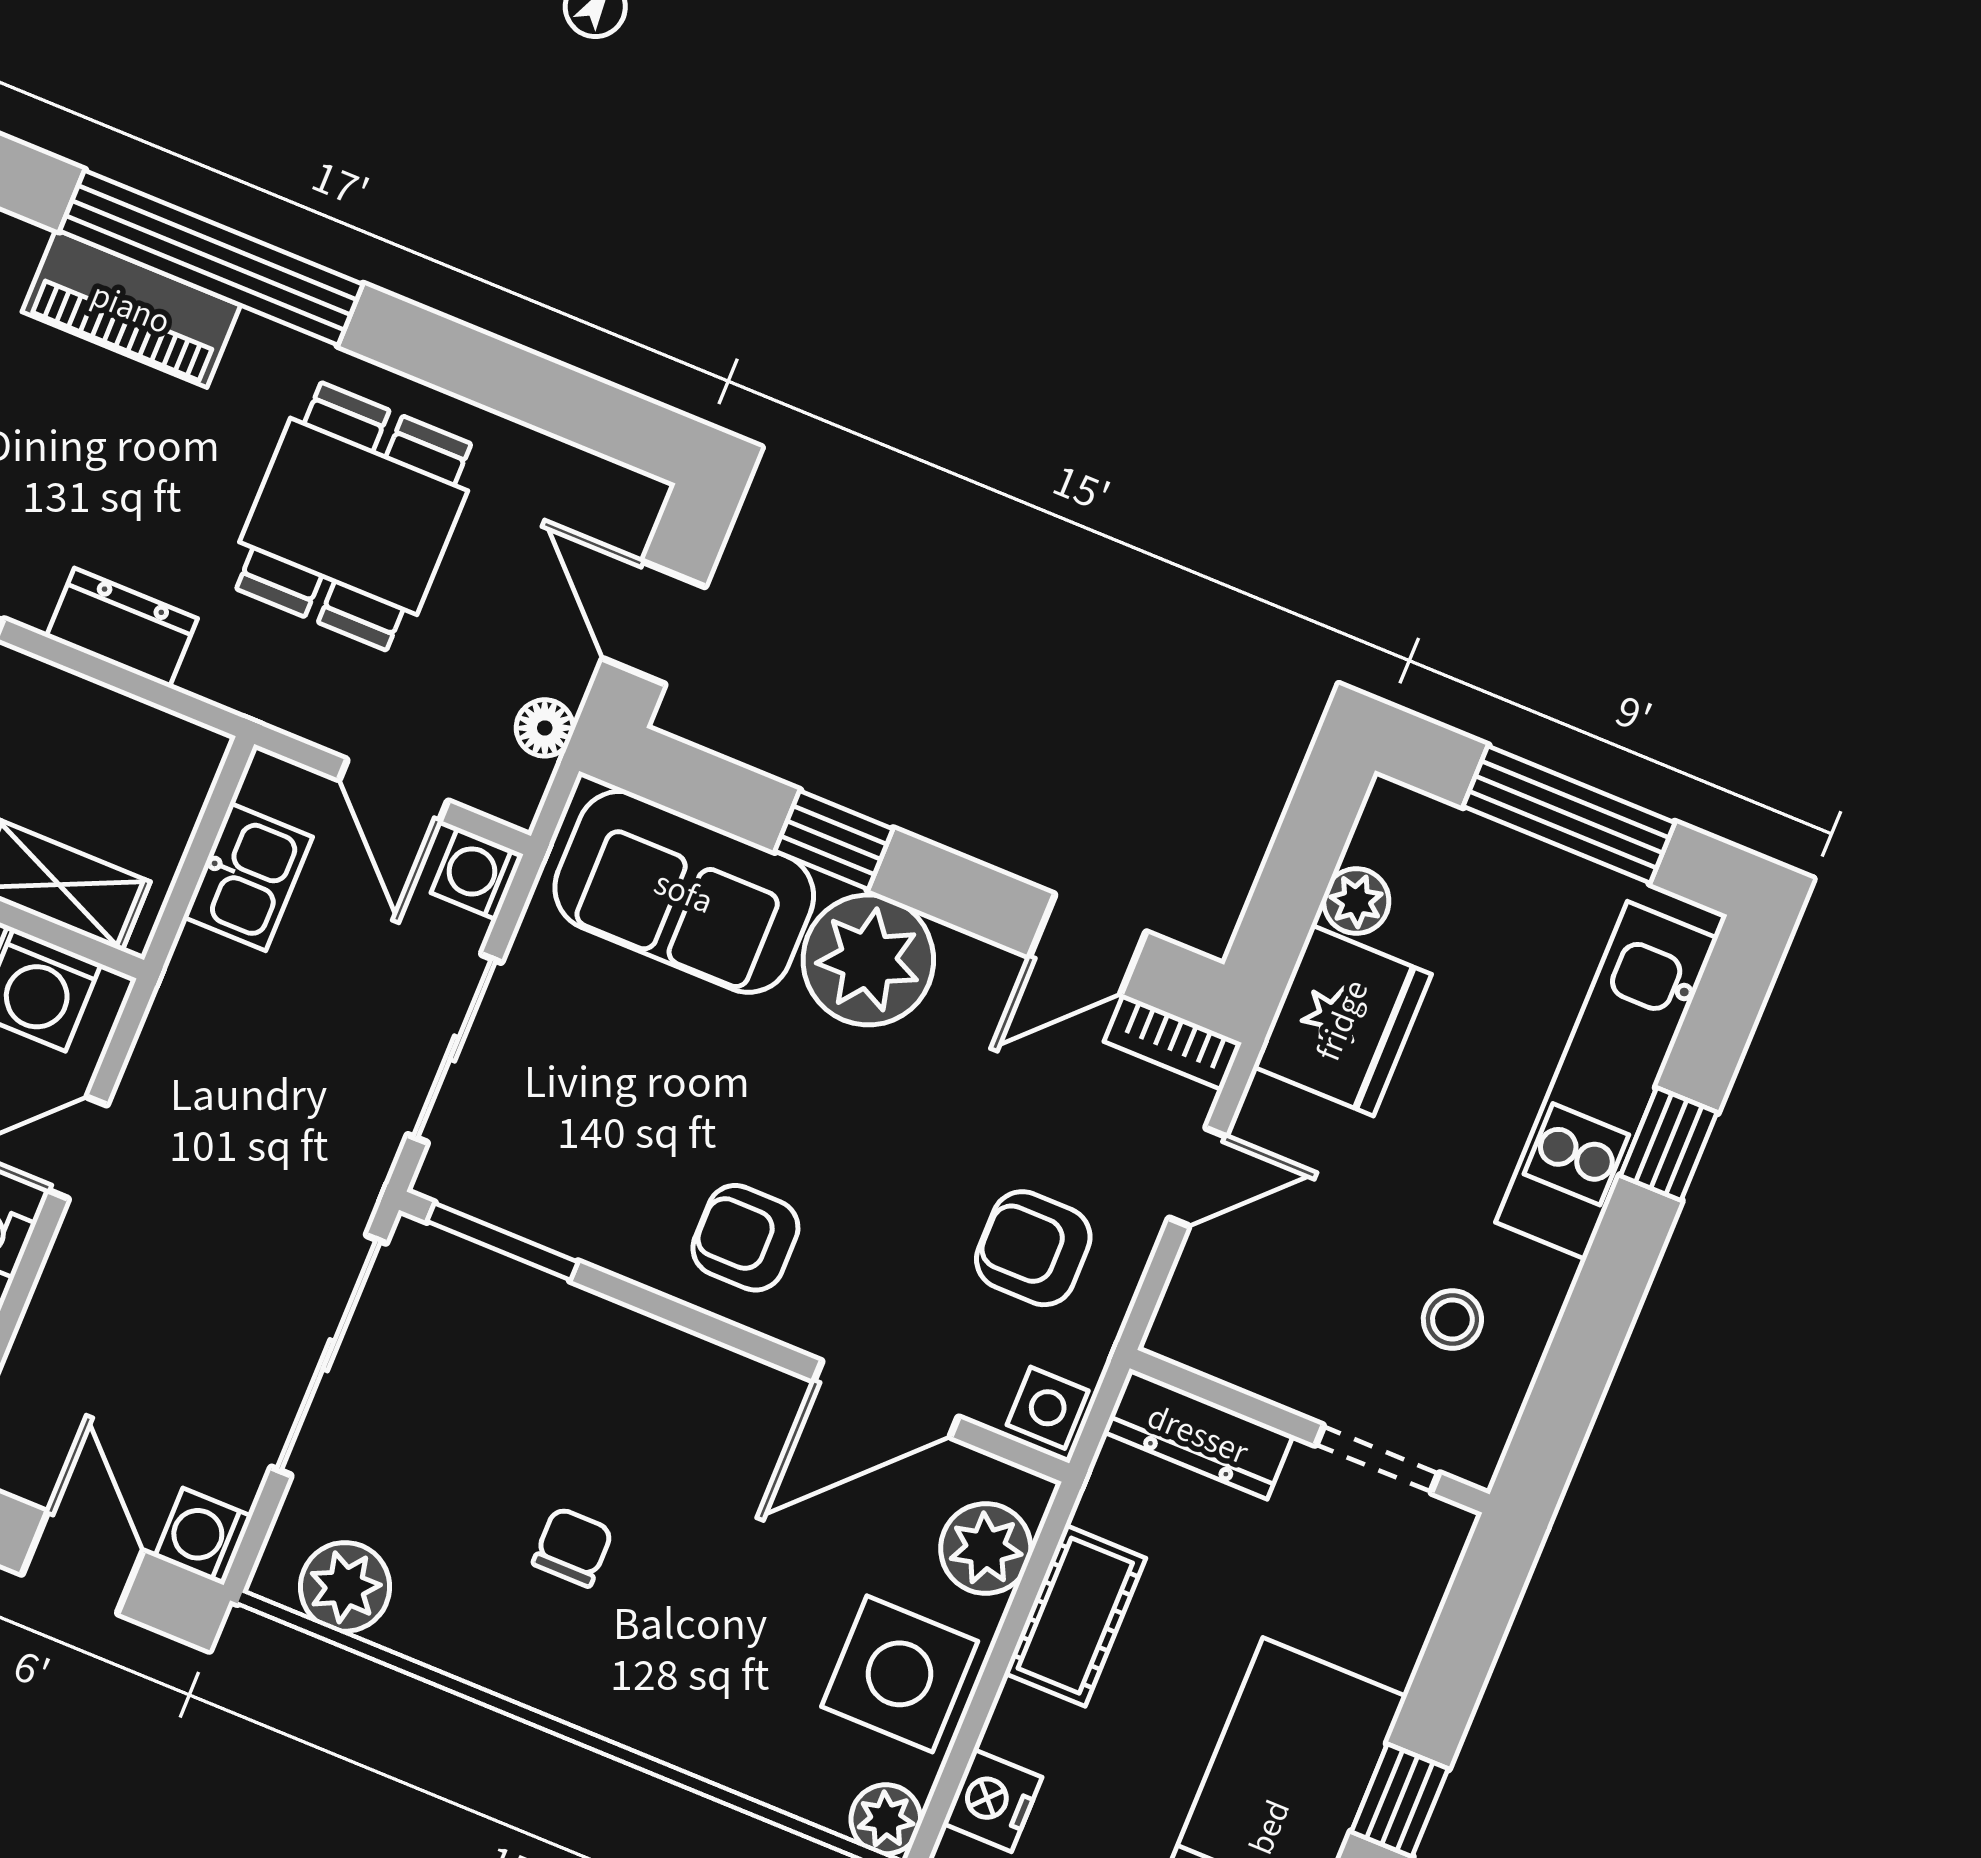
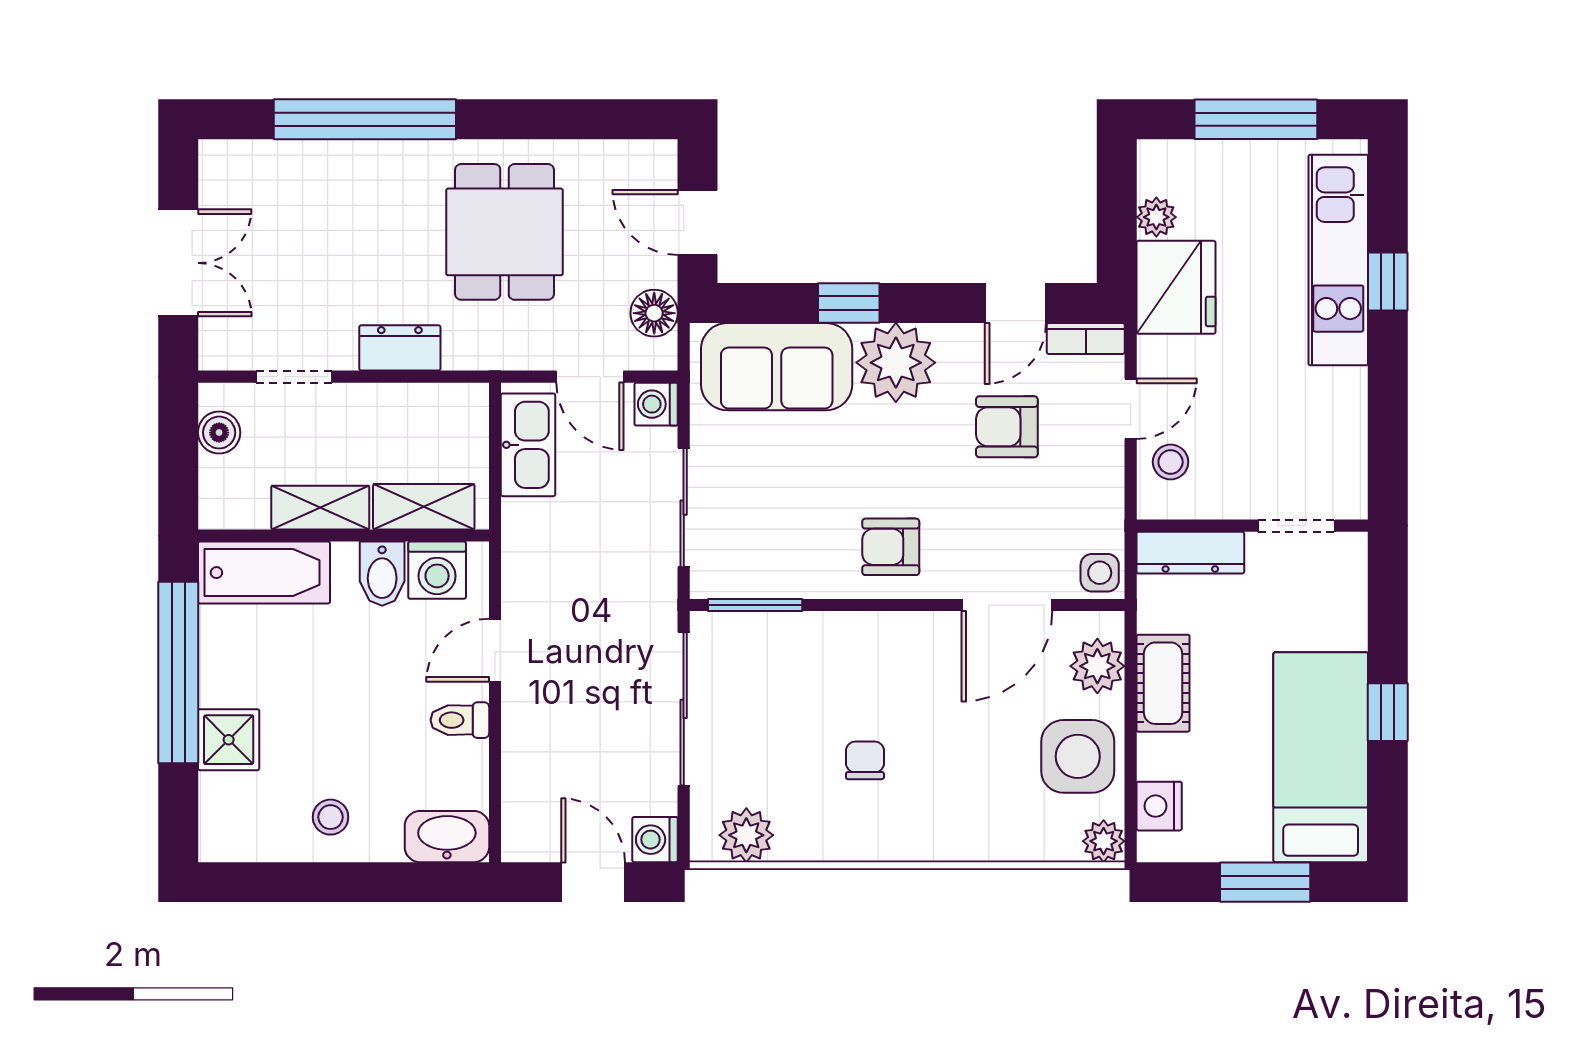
piano: (131, 308) -> (332, 166), removed
floor lamp: (545, 728) -> (654, 313), width x1.37, depth x1.37
kitchen sink: (248, 877) -> (528, 445), width x1.38
armchair: (1033, 1248) -> (1007, 427), moved
stool: (1452, 1319) -> (1171, 462), moved

